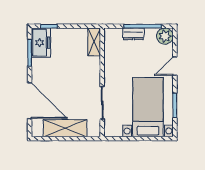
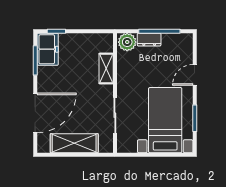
plant: (165, 36) -> (127, 42), moved
shelving: (94, 42) -> (106, 69), moved
door: (30, 101) -> (35, 113), hinge flipped

